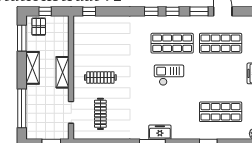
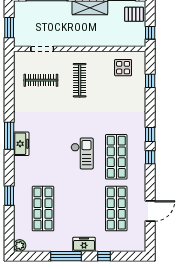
window: (45, 11) -> (150, 33), moved
window: (89, 11) -> (150, 81), moved
window: (199, 11) -> (150, 186), removed
display table: (89, 37) -> (123, 68), added
shelving: (63, 72) -> (85, 40), removed

